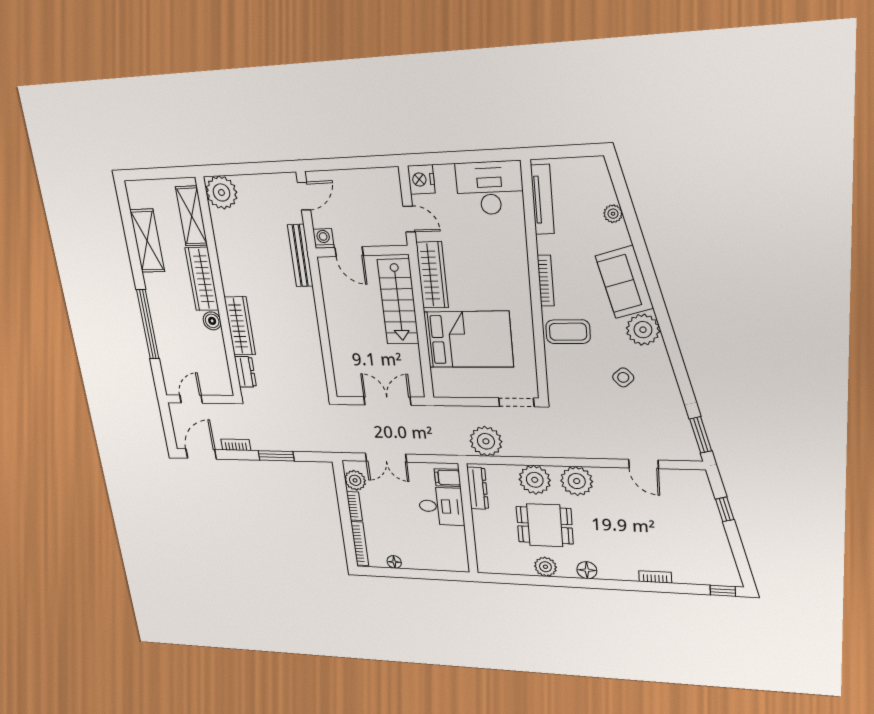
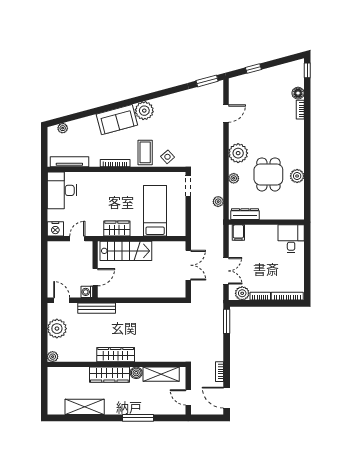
plant: (258, 190) -> (57, 329), added
plant: (221, 192) -> (53, 357), width x0.53, depth x0.53
plant: (613, 214) -> (63, 128), moved
shelving: (191, 216) -> (161, 374), moved
wardrobe: (432, 275) -> (117, 228), width x0.67
window: (148, 324) -> (138, 418), width x0.68
wardrobe: (240, 326) -> (116, 355), moved
bed: (469, 339) -> (155, 211), width x0.67
dresser: (245, 372) -> (170, 356), removed
side table: (623, 377) -> (167, 157), moved
double door: (387, 401) -> (188, 265), swing flipped
plant: (486, 441) -> (218, 202), width x0.53, depth x0.53
window: (276, 456) -> (227, 321), moved
plant: (535, 480) -> (234, 178), width x0.53, depth x0.53
desk: (441, 506) -> (291, 239), moved
floor lamp: (394, 562) -> (299, 274), removed
floor lamp: (587, 570) -> (298, 93), moved

